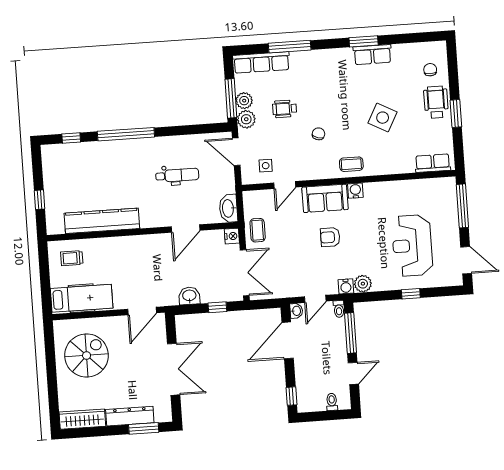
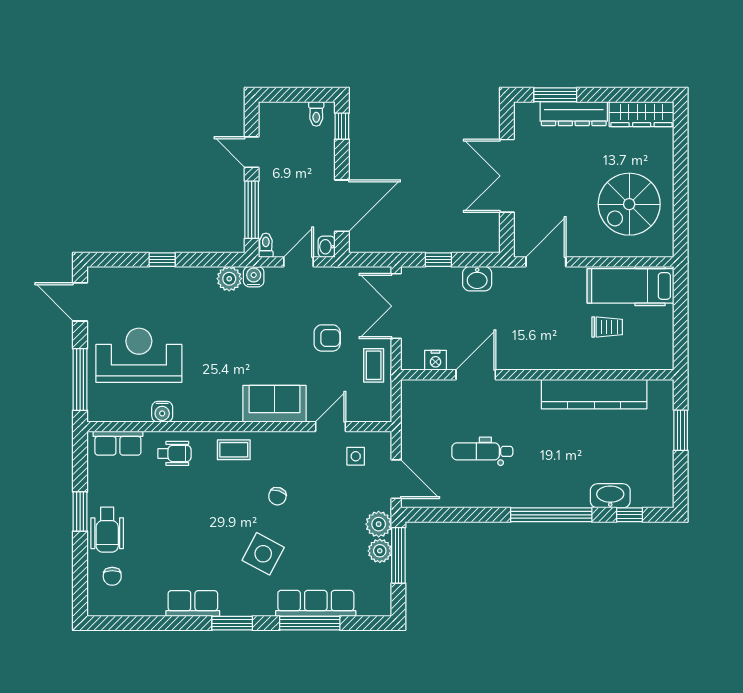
window: (364, 41) -> (232, 623), moved
row of seats: (261, 62) -> (316, 603), moved
wheelchair: (285, 109) -> (175, 453), moved
side table: (383, 118) -> (263, 554), moved
water cooler: (355, 191) -> (162, 412), moved
window: (39, 200) -> (681, 430), width x1.50
washbasin: (228, 208) -> (610, 496), moved, turned -90
nightstand: (232, 236) -> (435, 360), moved, turned -90
armchair: (330, 237) -> (327, 338), moved
reception desk: (412, 246) -> (139, 355), moved, turned -90
trolley: (72, 258) -> (607, 327), moved
door: (353, 373) -> (252, 152), hinge flipped
toilet: (332, 402) -> (316, 114), moved

